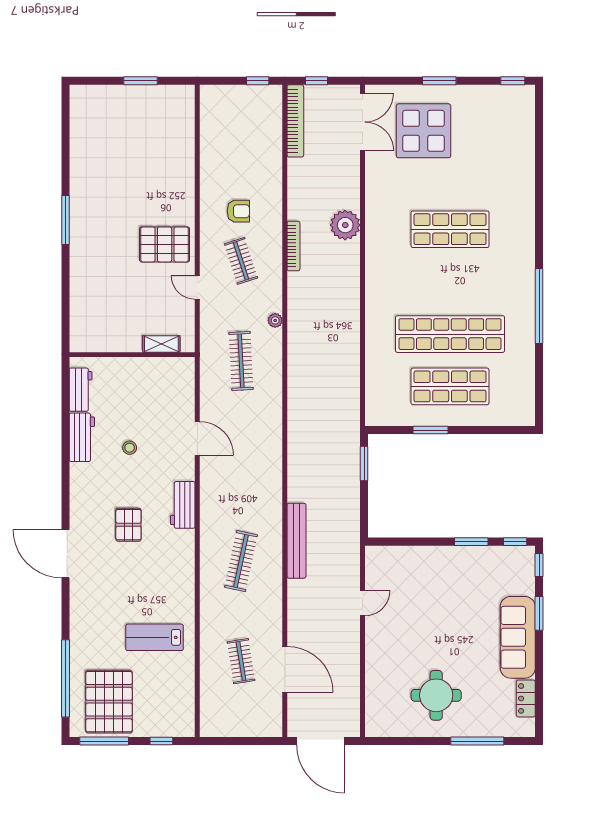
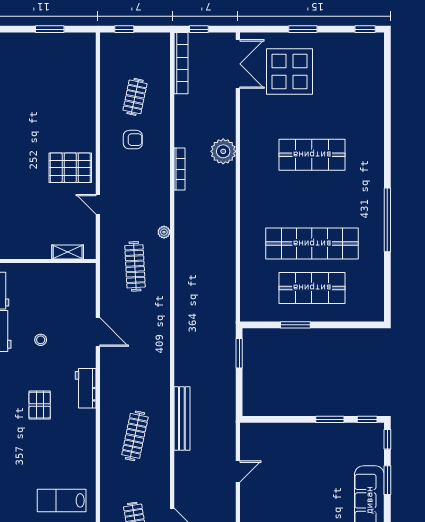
window: (258, 81) -> (124, 29), moved
clothes rail: (241, 261) -> (135, 97), moved, turned 30

